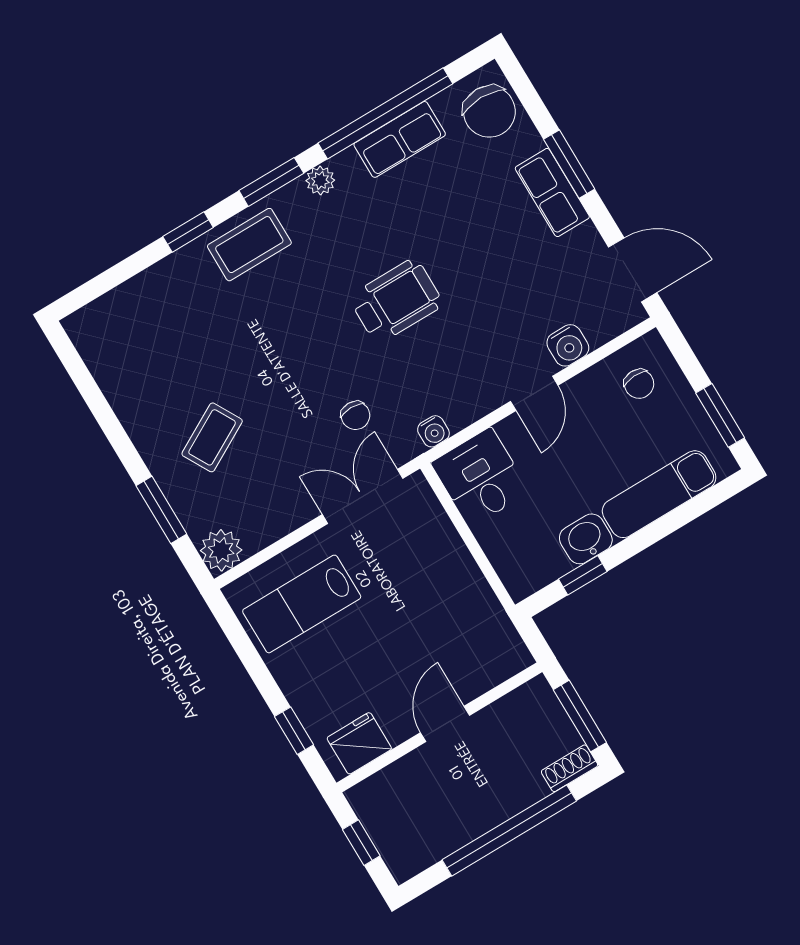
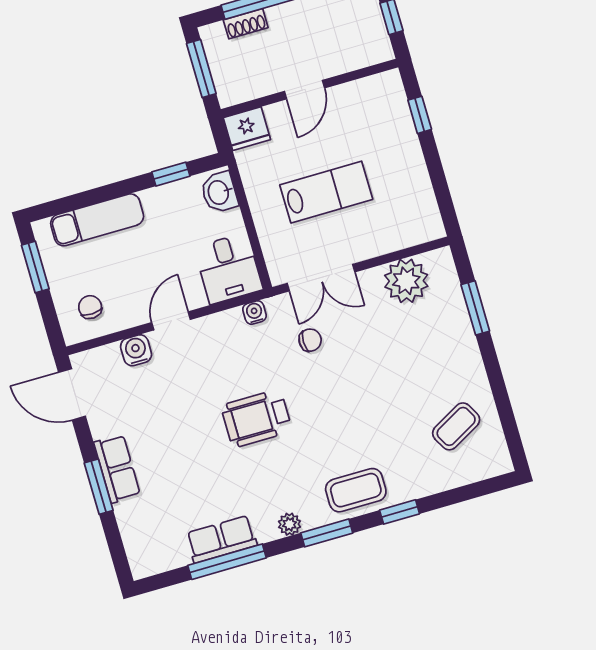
chair: (489, 112) -> (148, 542), removed
window: (385, 113) -> (227, 562), width x0.68
chair: (355, 415) -> (310, 340), turned 90
coffee table: (212, 437) -> (456, 426), moved
washbasin: (586, 539) -> (219, 192), moved, turned 90
plant: (221, 550) -> (406, 281), moved, width x1.36, depth x1.36
lab bench: (302, 604) -> (326, 192), moved
fridge: (359, 743) -> (247, 129), moved
shoe rack: (570, 768) -> (246, 24), moved

